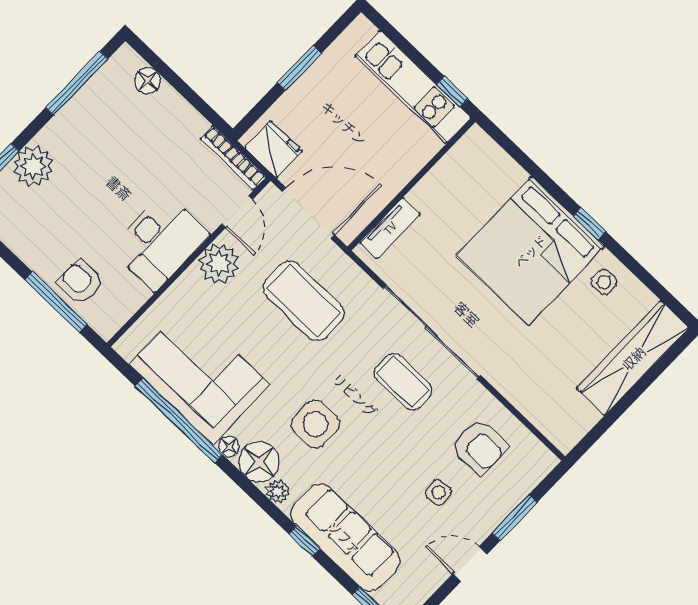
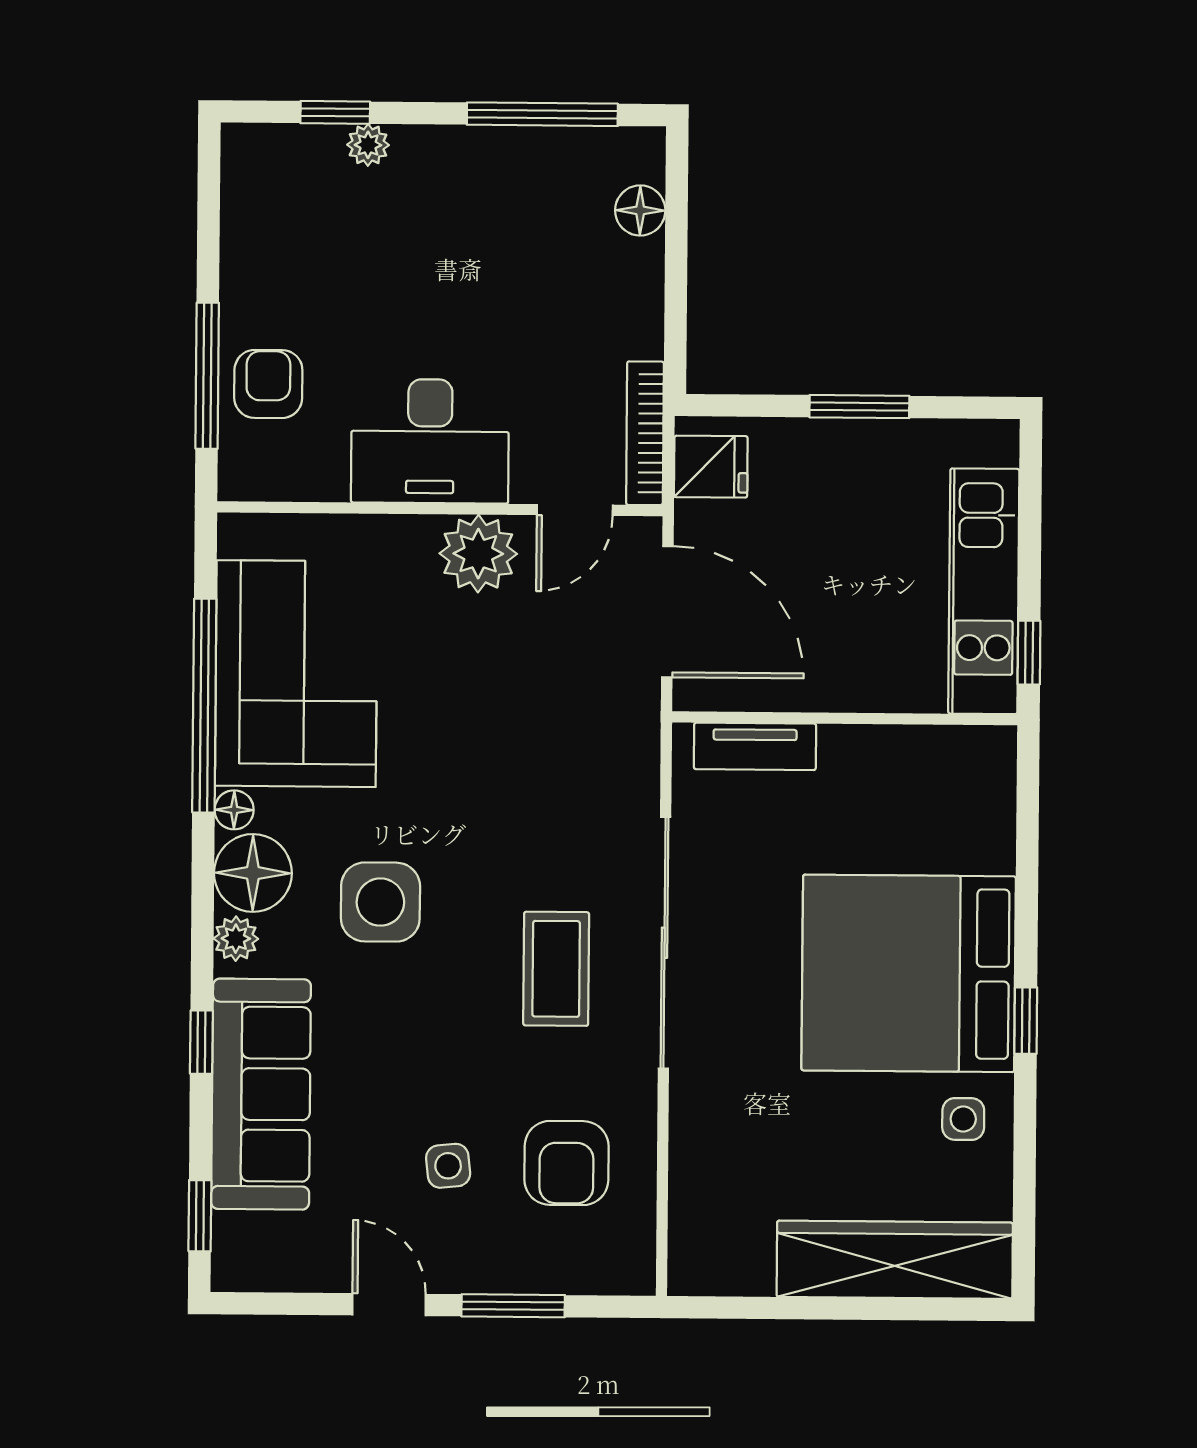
fridge: (274, 149) -> (711, 467), width x0.72
plant: (33, 166) -> (368, 145), width x0.53, depth x0.53
coffee table: (304, 301) -> (538, 722), removed

